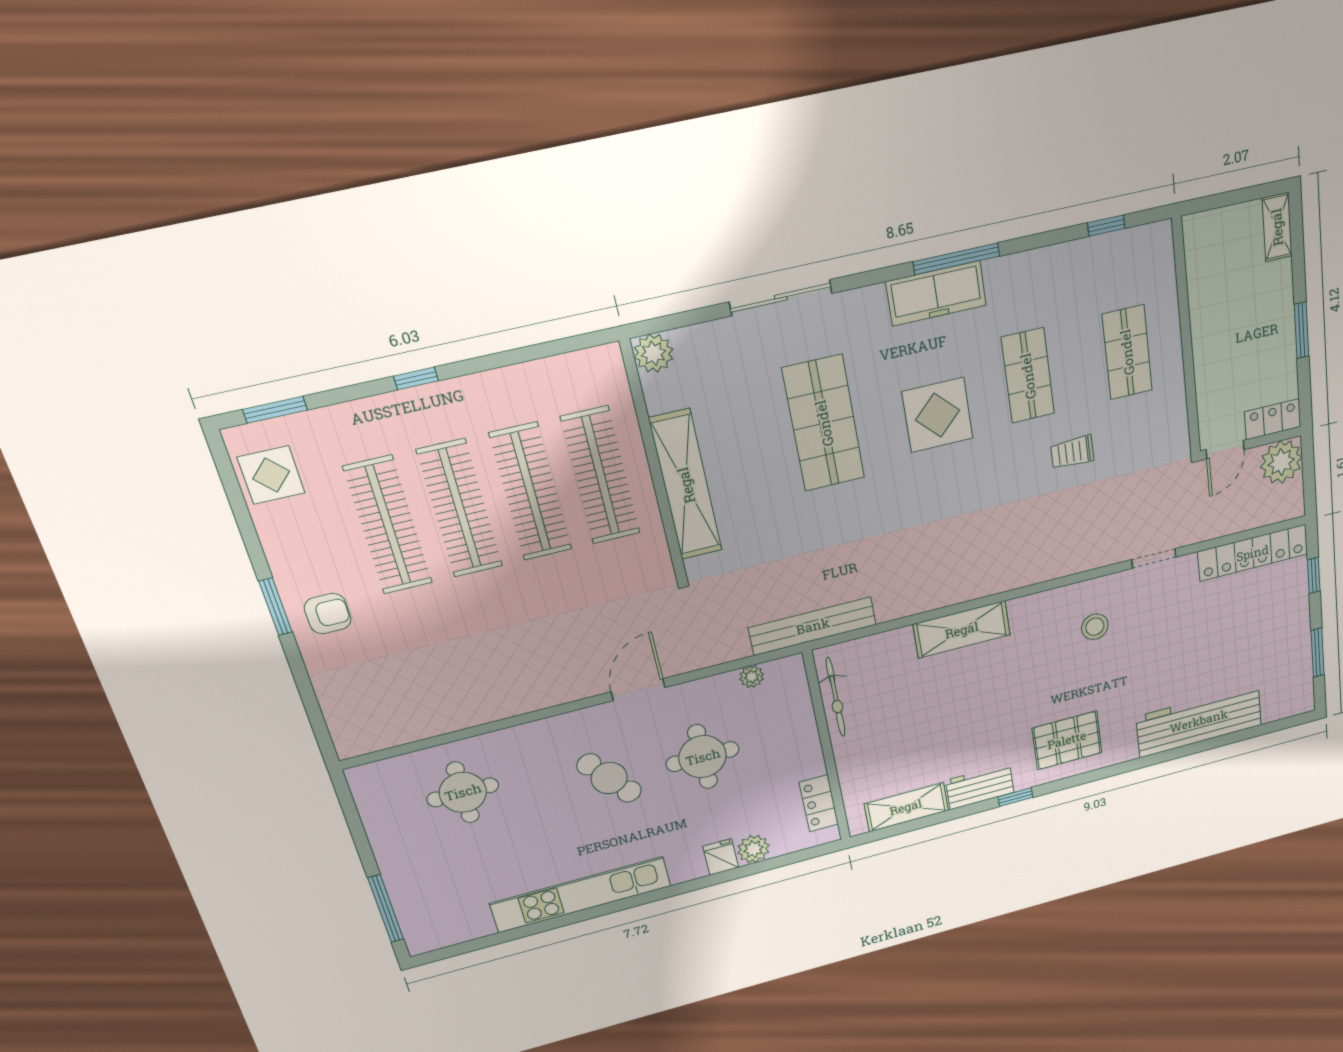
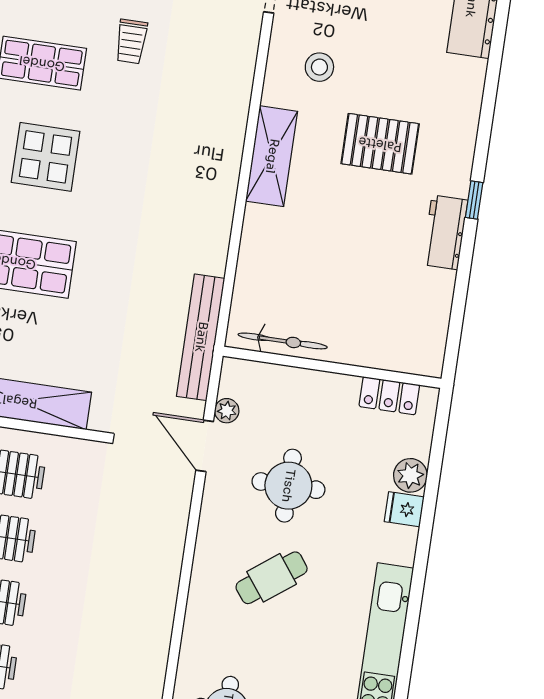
shelving: (962, 630) -> (272, 156), moved
door: (638, 690) -> (205, 446), moved
pallet: (1067, 740) -> (380, 144), moved, turned 90
shelving: (906, 807) -> (434, 312), removed

